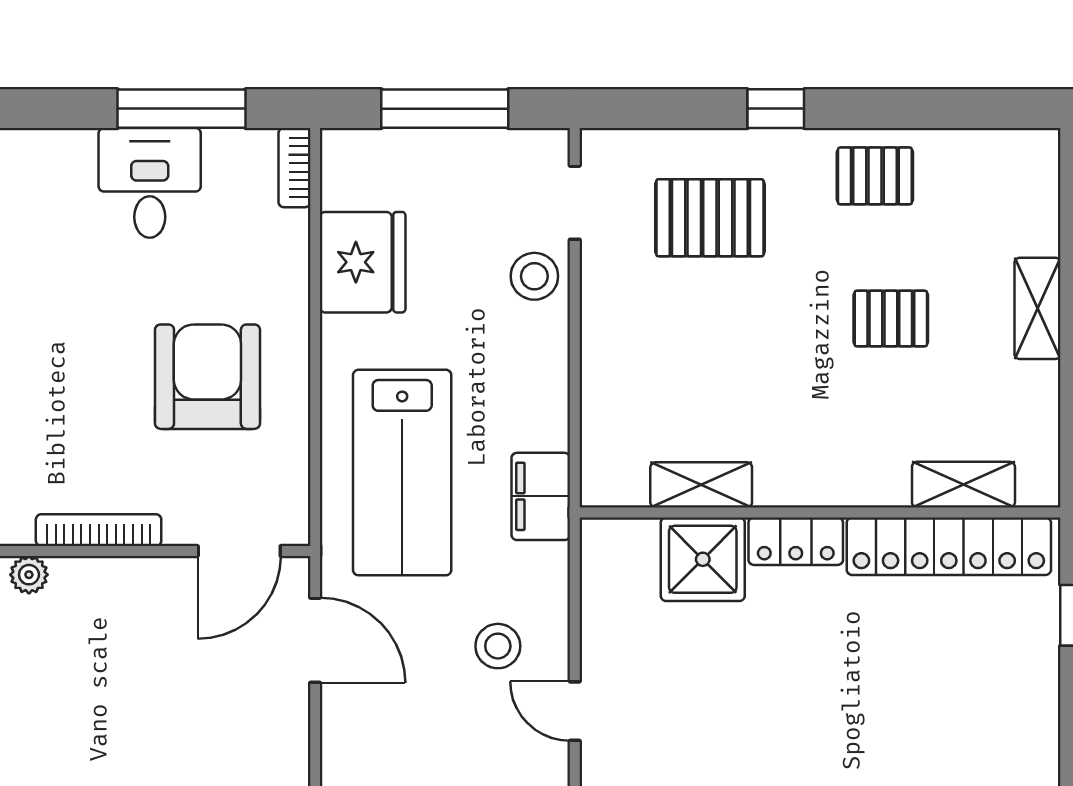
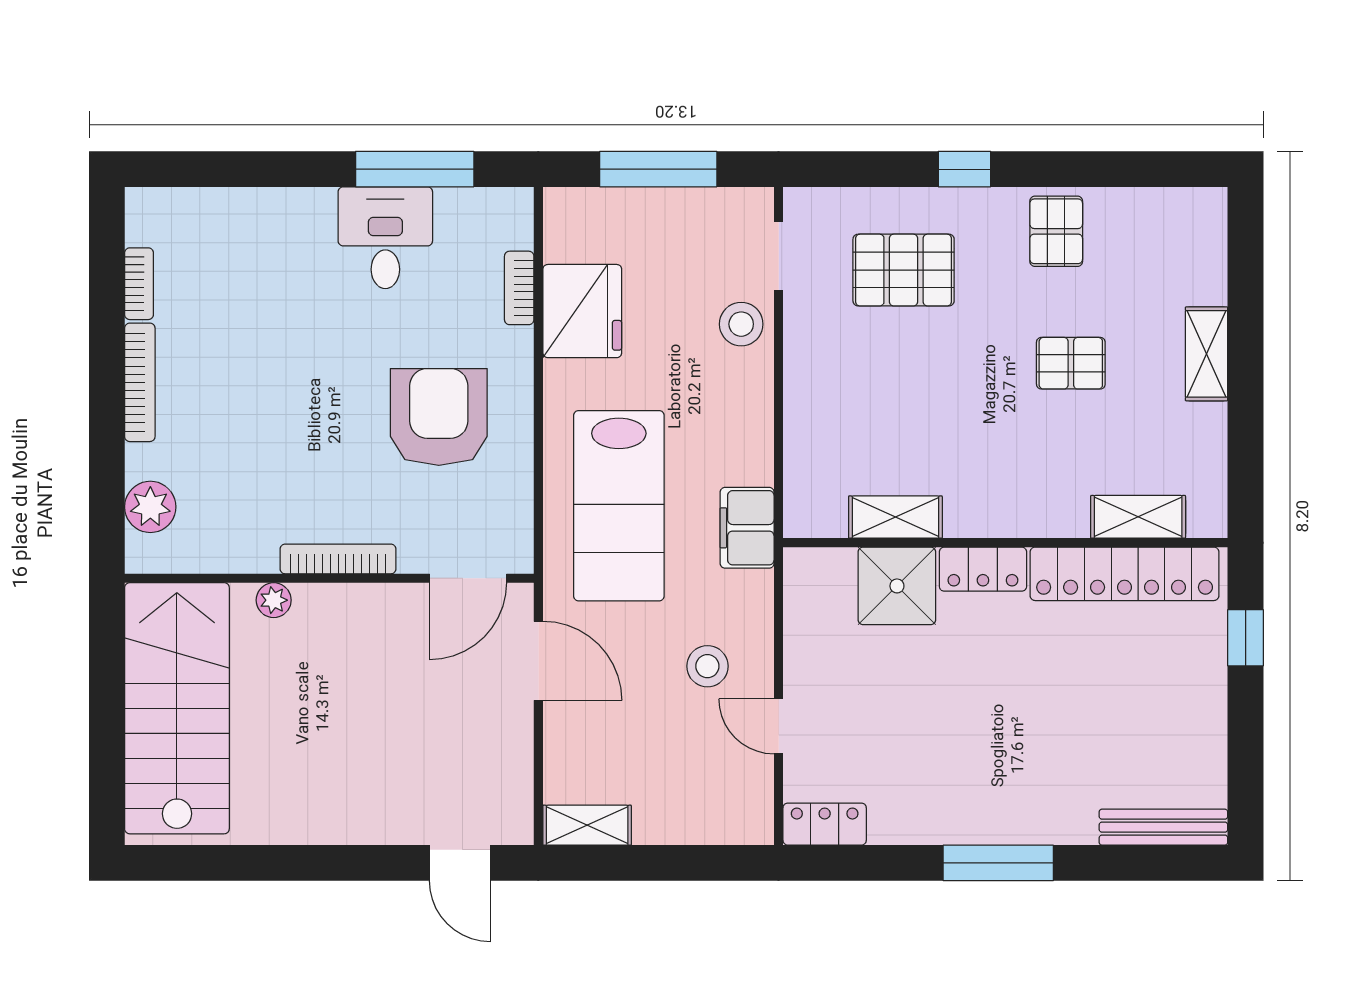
bookcase: (294, 168) -> (519, 288), moved
pallet: (875, 176) -> (1056, 231), turned 90

